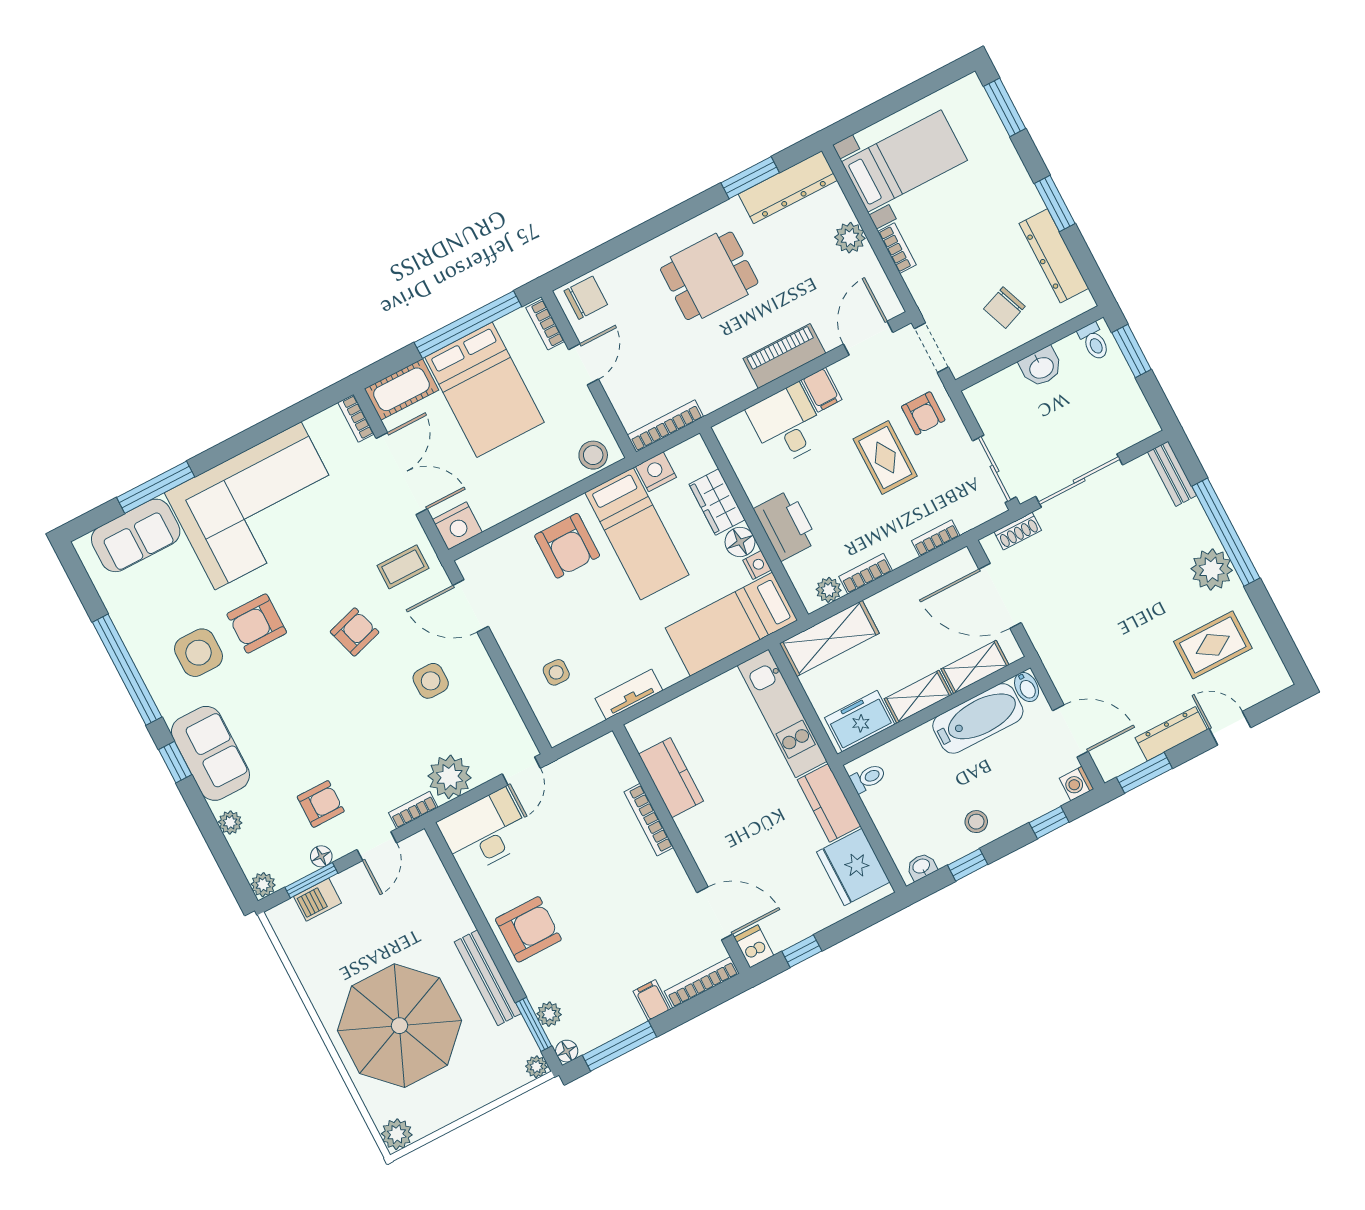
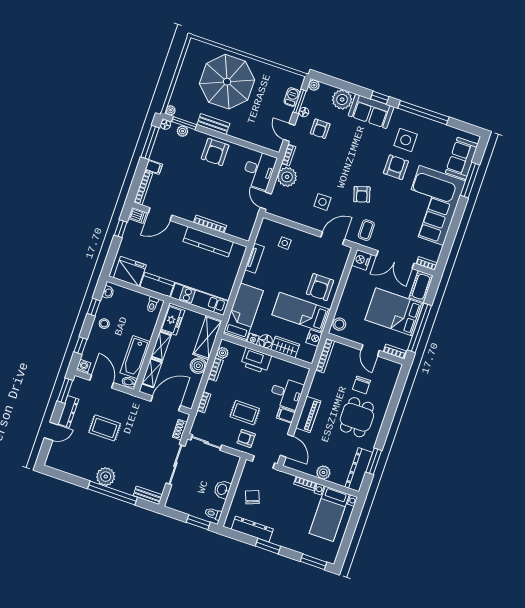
chair: (586, 298) -> (361, 385), moved
armchair: (567, 546) -> (320, 287), turned -90
boiler: (888, 607) -> (198, 366), added
rug: (1213, 645) -> (105, 428), moved, turned 90
door: (1070, 731) -> (102, 381), swing flipped
kitchen counter: (671, 778) -> (208, 242), width x1.50
plant: (230, 822) -> (342, 99), width x1.88, depth x1.88
bench: (488, 978) -> (213, 124), width x0.73
plant: (397, 1134) -> (195, 46), removed

